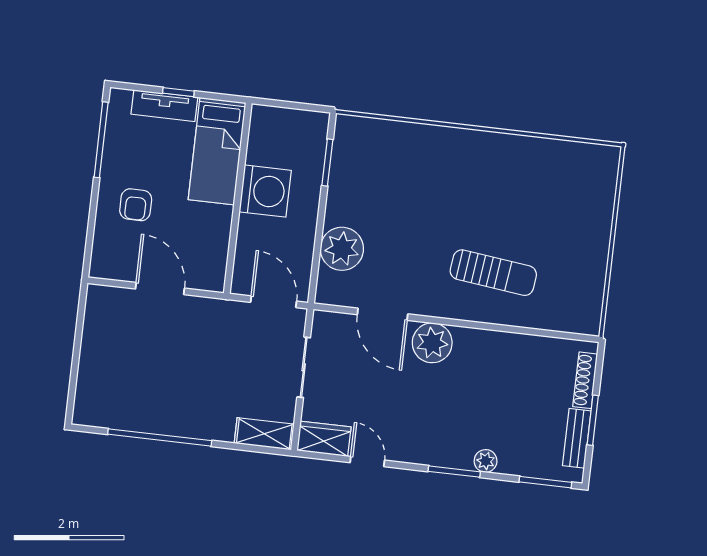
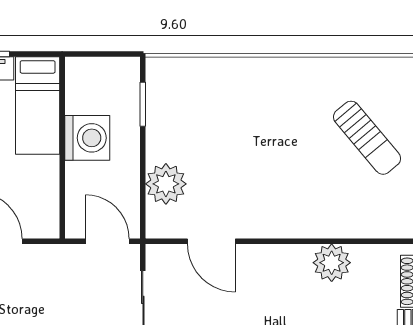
sun lounger: (493, 273) -> (367, 138), moved, turned 43
plant: (432, 343) -> (332, 263), moved

